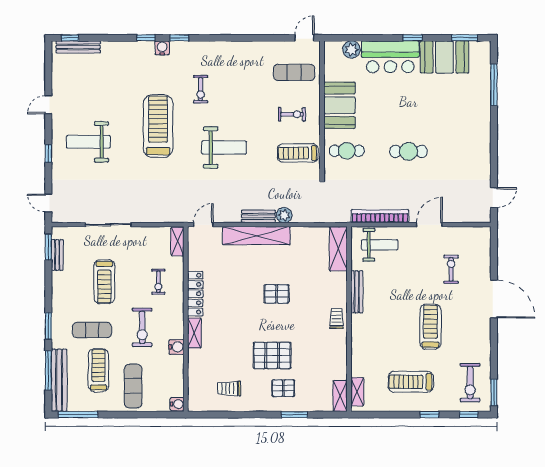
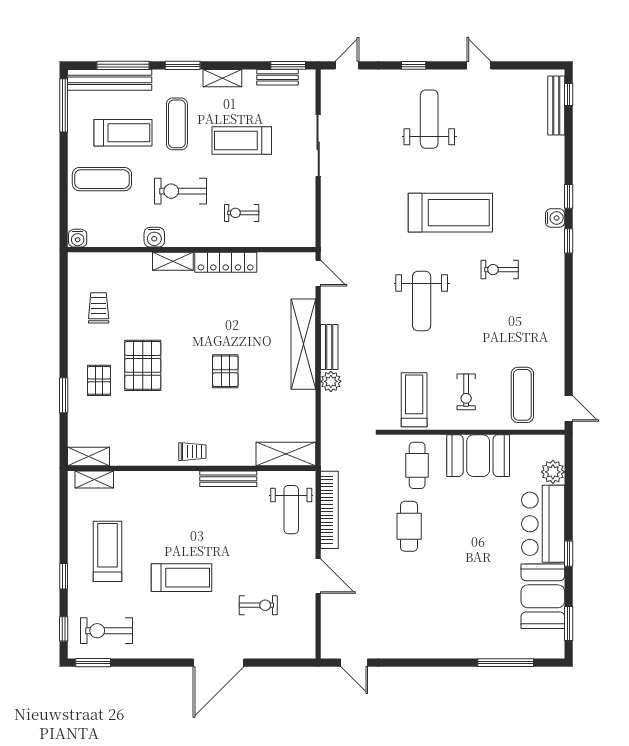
cafe table: (409, 151) -> (409, 526), moved
shelving: (177, 242) -> (222, 78), moved

